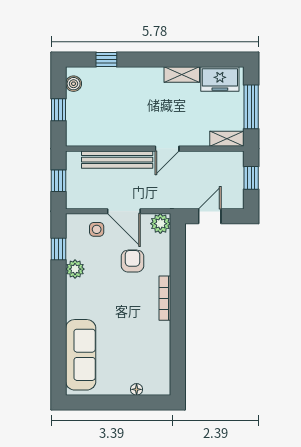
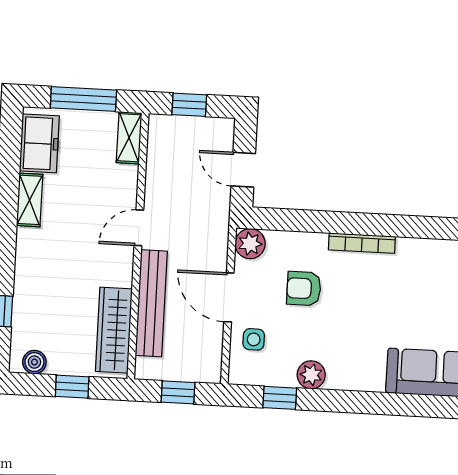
wardrobe: (98, 136) -> (114, 330), added
door: (167, 149) -> (139, 228), swing flipped
door: (124, 211) -> (229, 297), swing flipped

